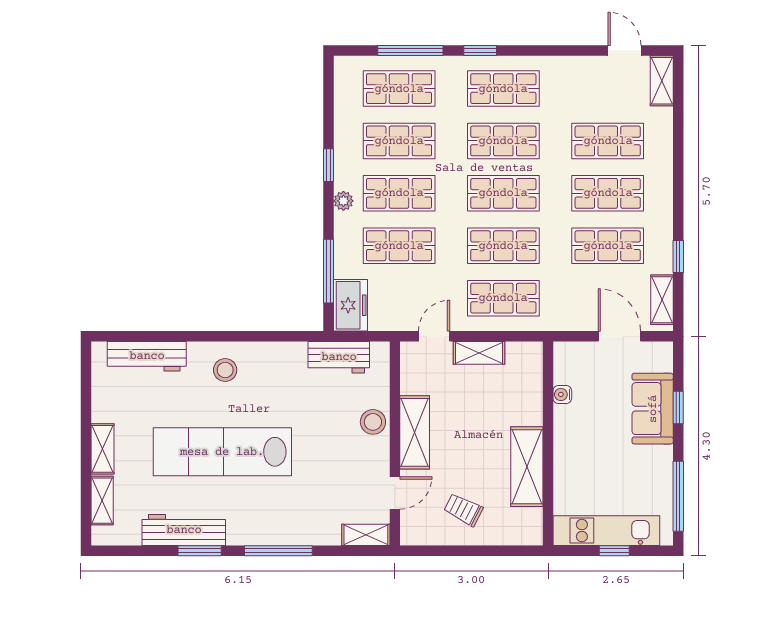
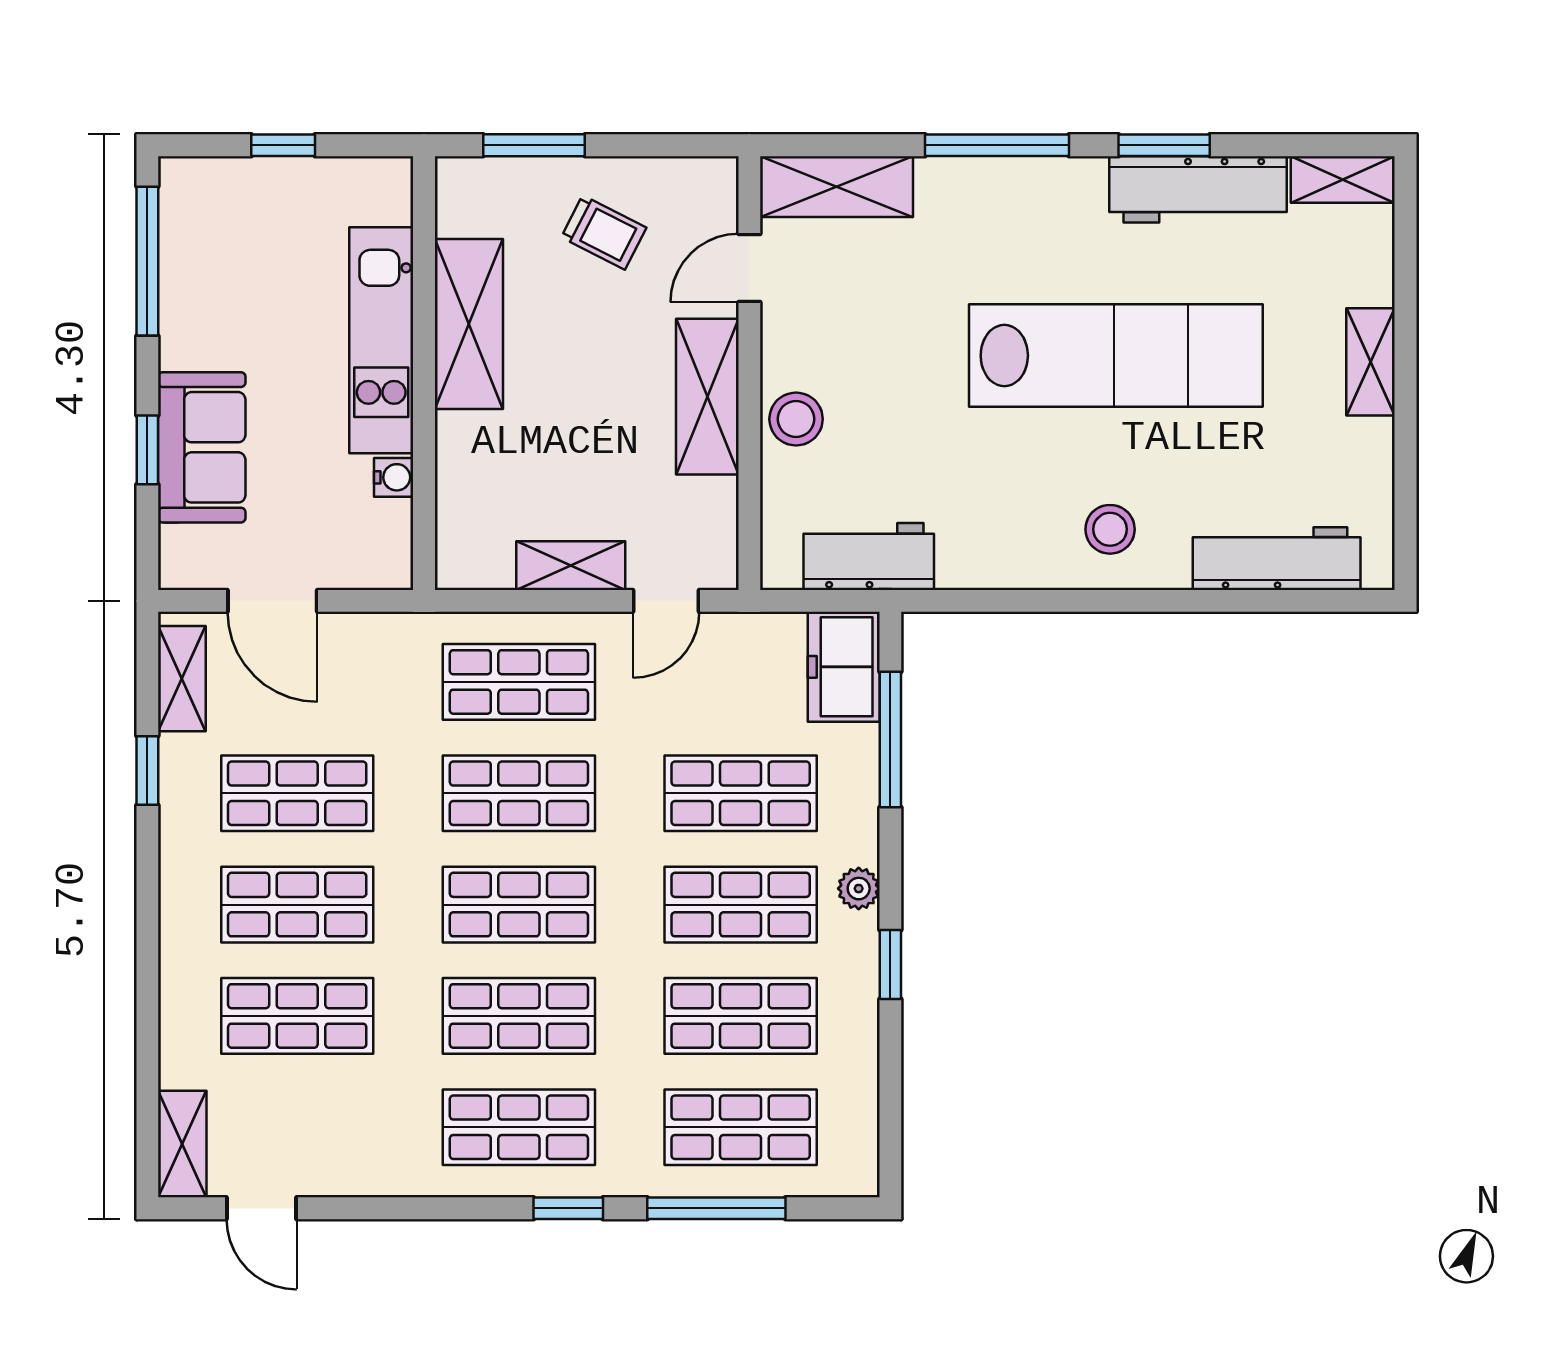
shelving: (102, 501) -> (1343, 180), moved, turned 90
kitchen unit: (606, 531) -> (381, 340), moved, turned 90
shelving: (366, 535) -> (837, 187), width x1.50, depth x1.33
window: (496, 551) -> (534, 145), added

